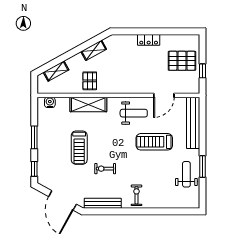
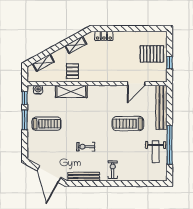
locker: (149, 40) -> (104, 36), moved
weight bench: (134, 113) -> (110, 99), removed
treadmill: (79, 148) -> (46, 124), moved, turned -90
window: (203, 167) -> (169, 145), width x2.11
window: (34, 169) -> (25, 98), moved
weight bench: (186, 174) -> (156, 152), turned 180

